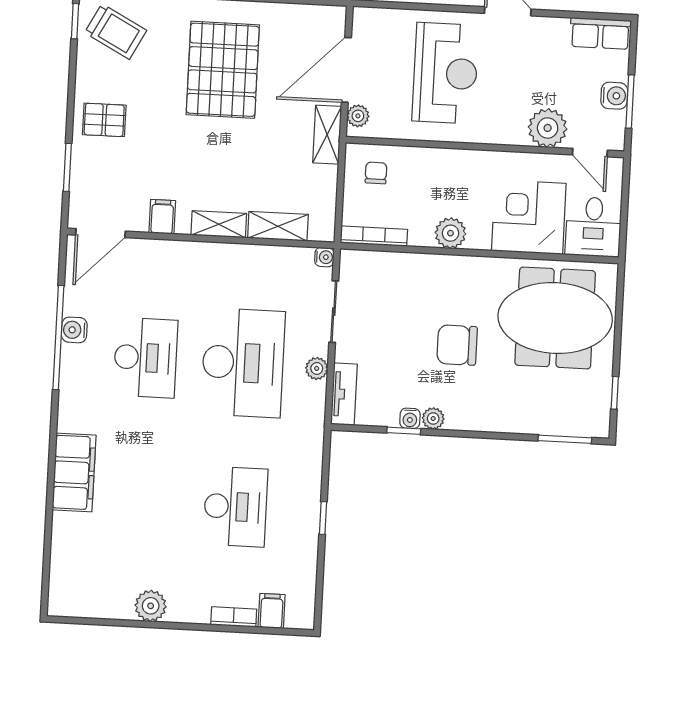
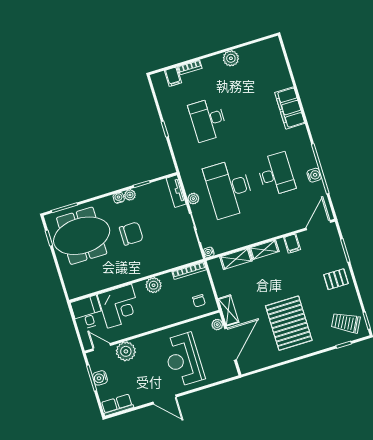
meeting table: (555, 318) -> (82, 236), moved
desk: (145, 358) -> (276, 174), turned 180
water cooler: (410, 418) -> (119, 198), moved

